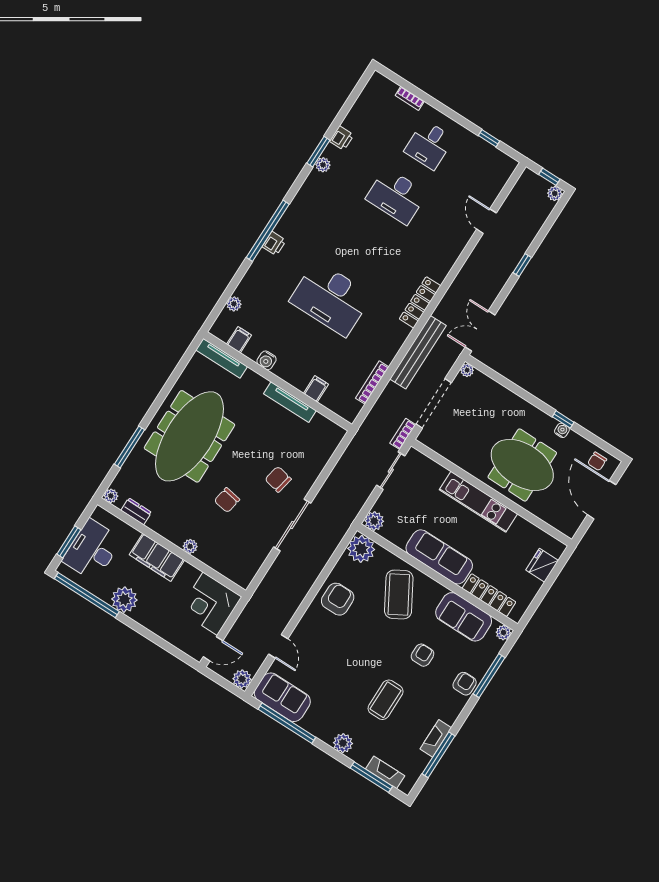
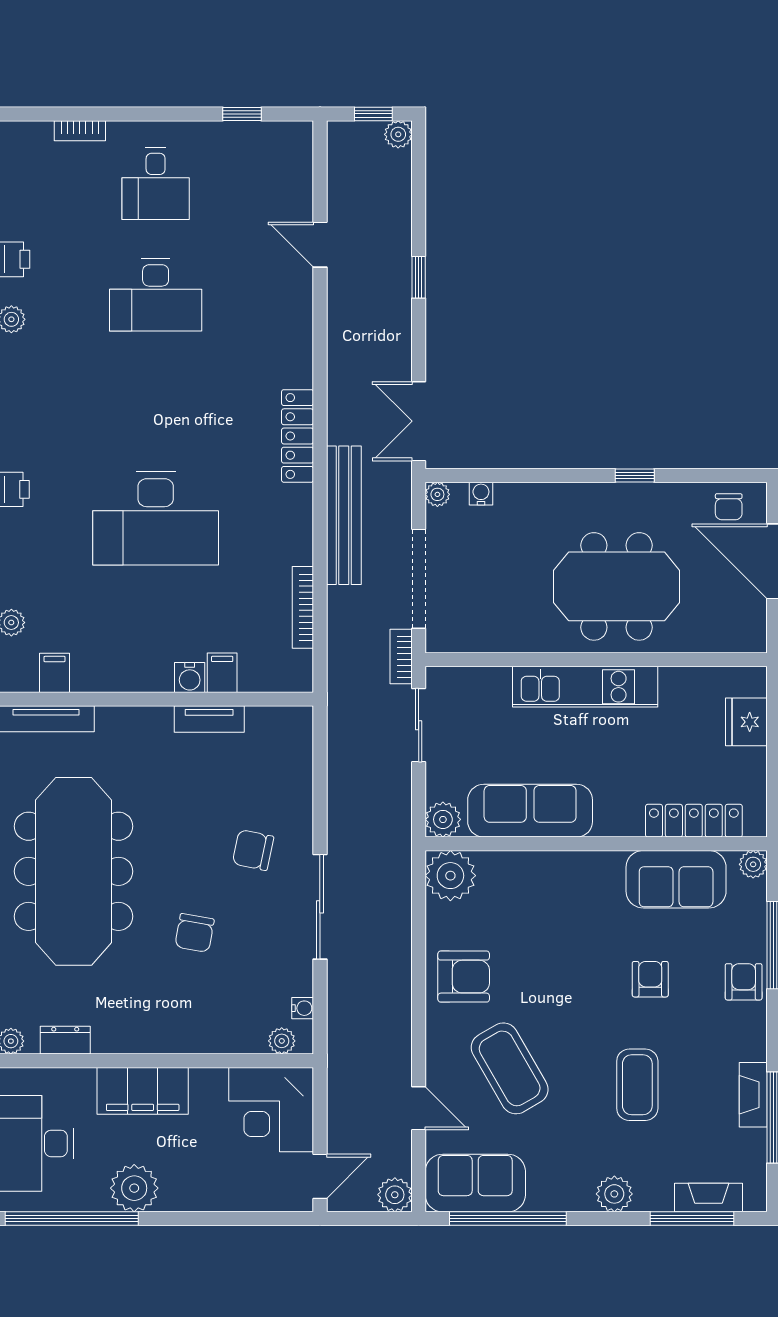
water cooler: (267, 360) -> (190, 678), moved
tv unit: (290, 402) -> (209, 719), width x0.71
water cooler: (562, 430) -> (481, 494), moved
plant: (190, 546) -> (282, 1041), moved
sofa: (439, 557) -> (530, 811), moved
water cooler: (254, 566) -> (303, 1008), added
coffee table: (399, 594) -> (510, 1068), moved
armchair: (338, 599) -> (464, 977), turned 90

